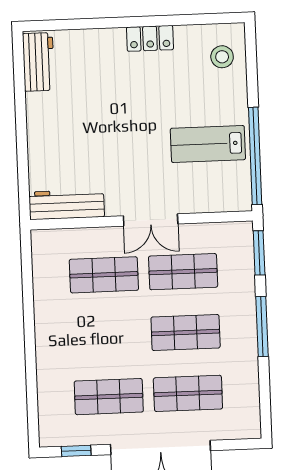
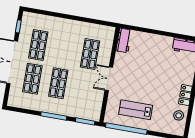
stool: (222, 57) -> (179, 115), moved
lab bench: (208, 144) -> (136, 110), turned -90
workbench: (67, 204) -> (124, 40), width x0.73
shop shelf: (183, 272) -> (84, 88), removed

